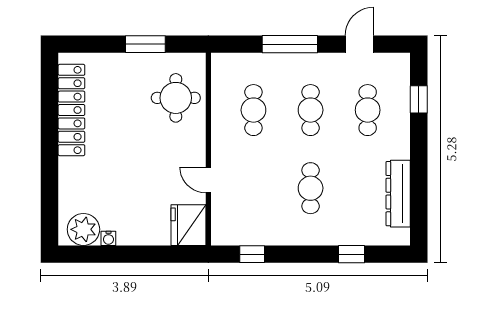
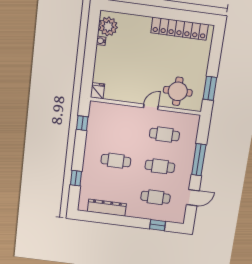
window: (145, 44) -> (210, 88), moved
door: (360, 44) -> (193, 198), hinge flipped
door: (208, 180) -> (151, 107), moved
fridge: (188, 225) -> (97, 91), width x0.53, depth x0.75

